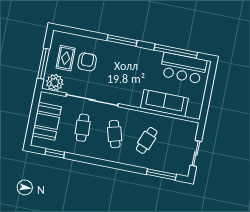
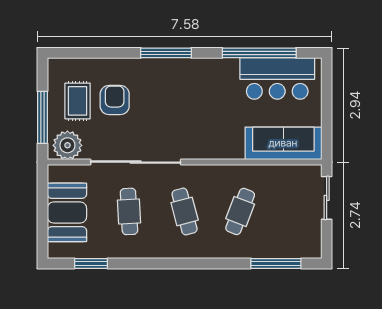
sofa: (164, 103) -> (283, 143), moved
sliding door: (196, 153) -> (327, 198), moved

